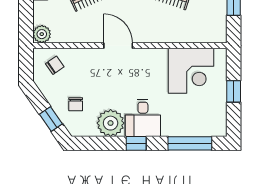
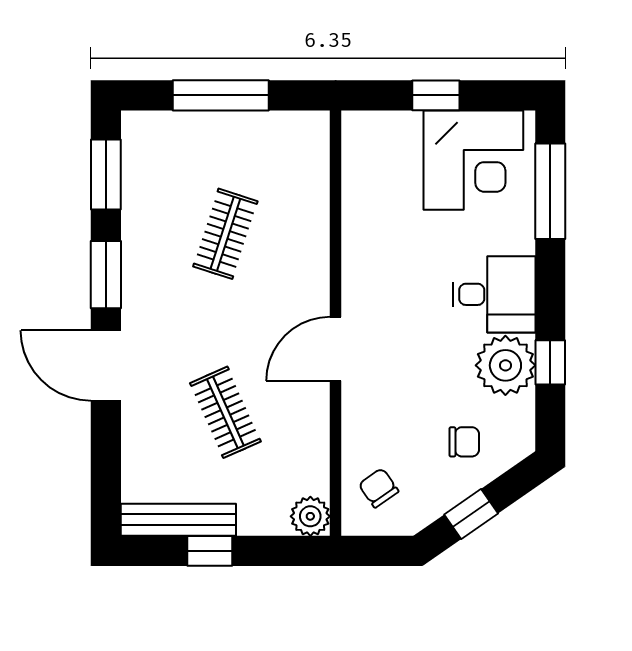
corner desk: (191, 71) -> (473, 160), moved, turned 90
window: (51, 119) -> (471, 514), moved
window: (136, 143) -> (550, 362), moved

